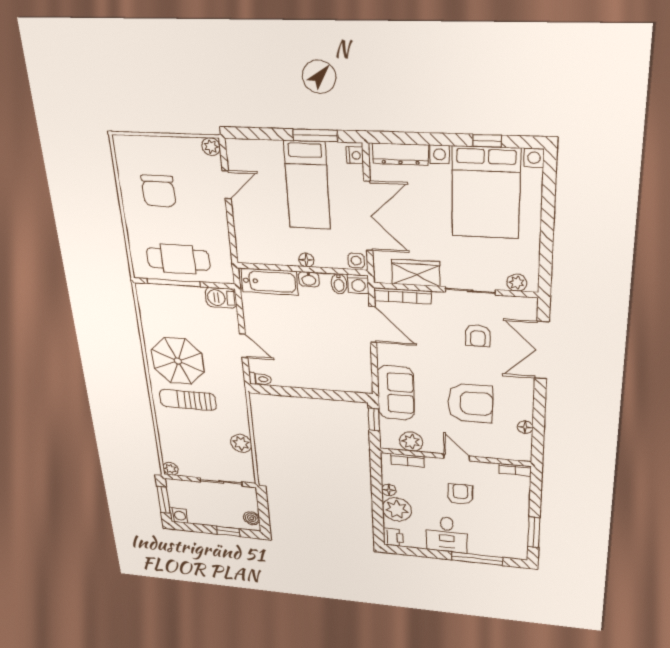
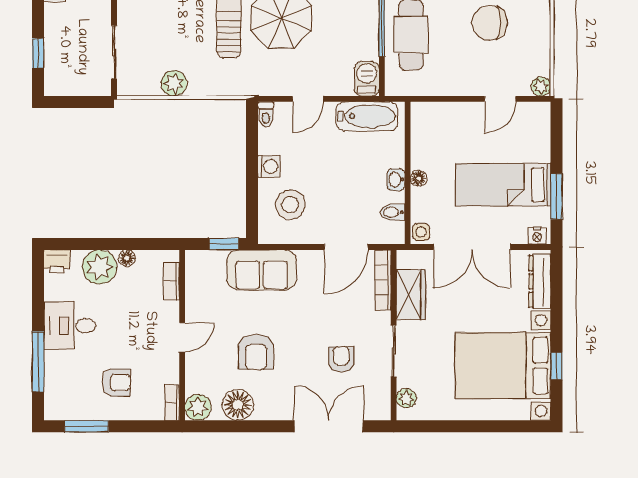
door: (227, 185) -> (500, 99), hinge flipped
bathtub: (270, 282) -> (367, 116), moved, turned -90
washing machine: (358, 284) -> (269, 166), moved, turned 180
armchair: (478, 336) -> (341, 359), turned 90
stool: (337, 366) -> (290, 205), added
armchair: (470, 403) -> (256, 352), width x0.73, depth x0.73
floor lamp: (525, 427) -> (238, 405), width x1.89, depth x1.89
plant: (411, 442) -> (198, 407), moved
armchair: (460, 494) -> (116, 382), moved
boiler: (252, 518) -> (63, 86), removed

